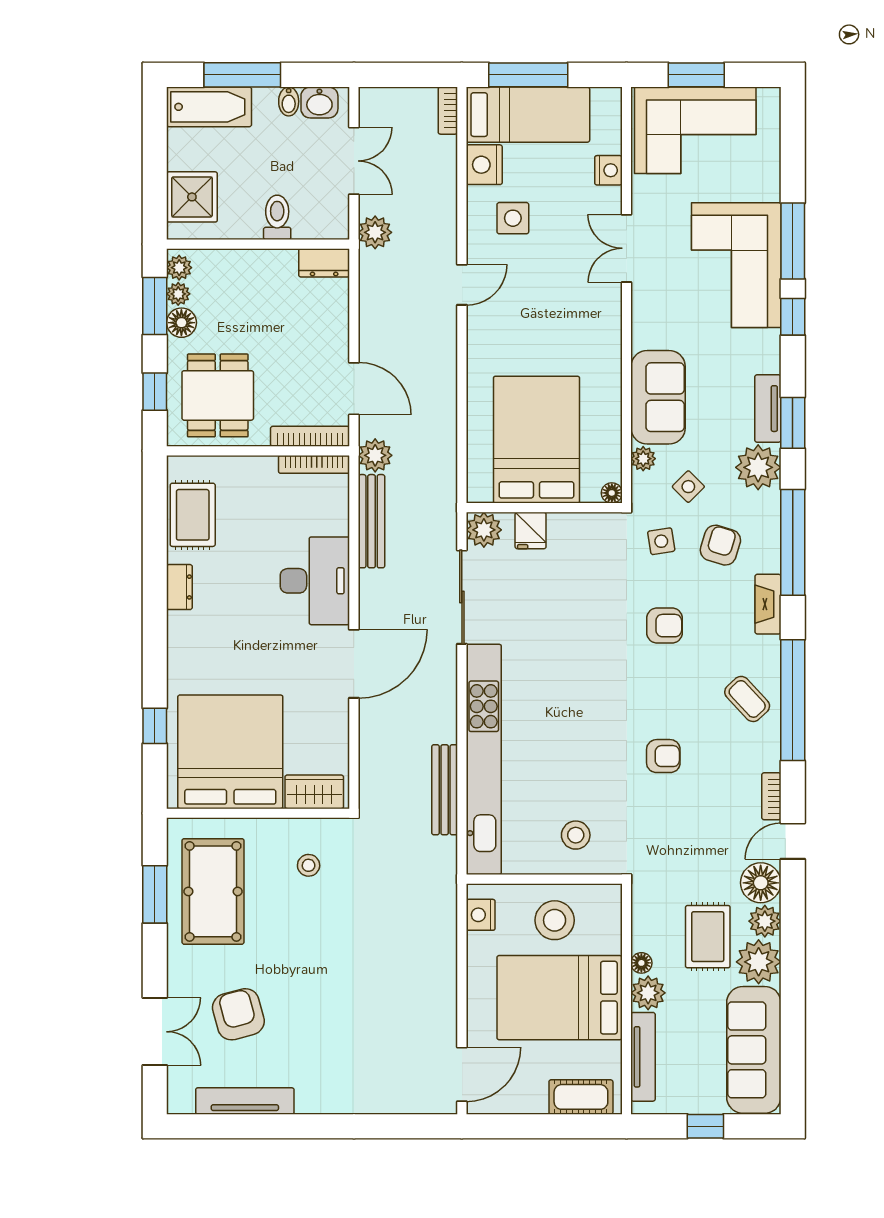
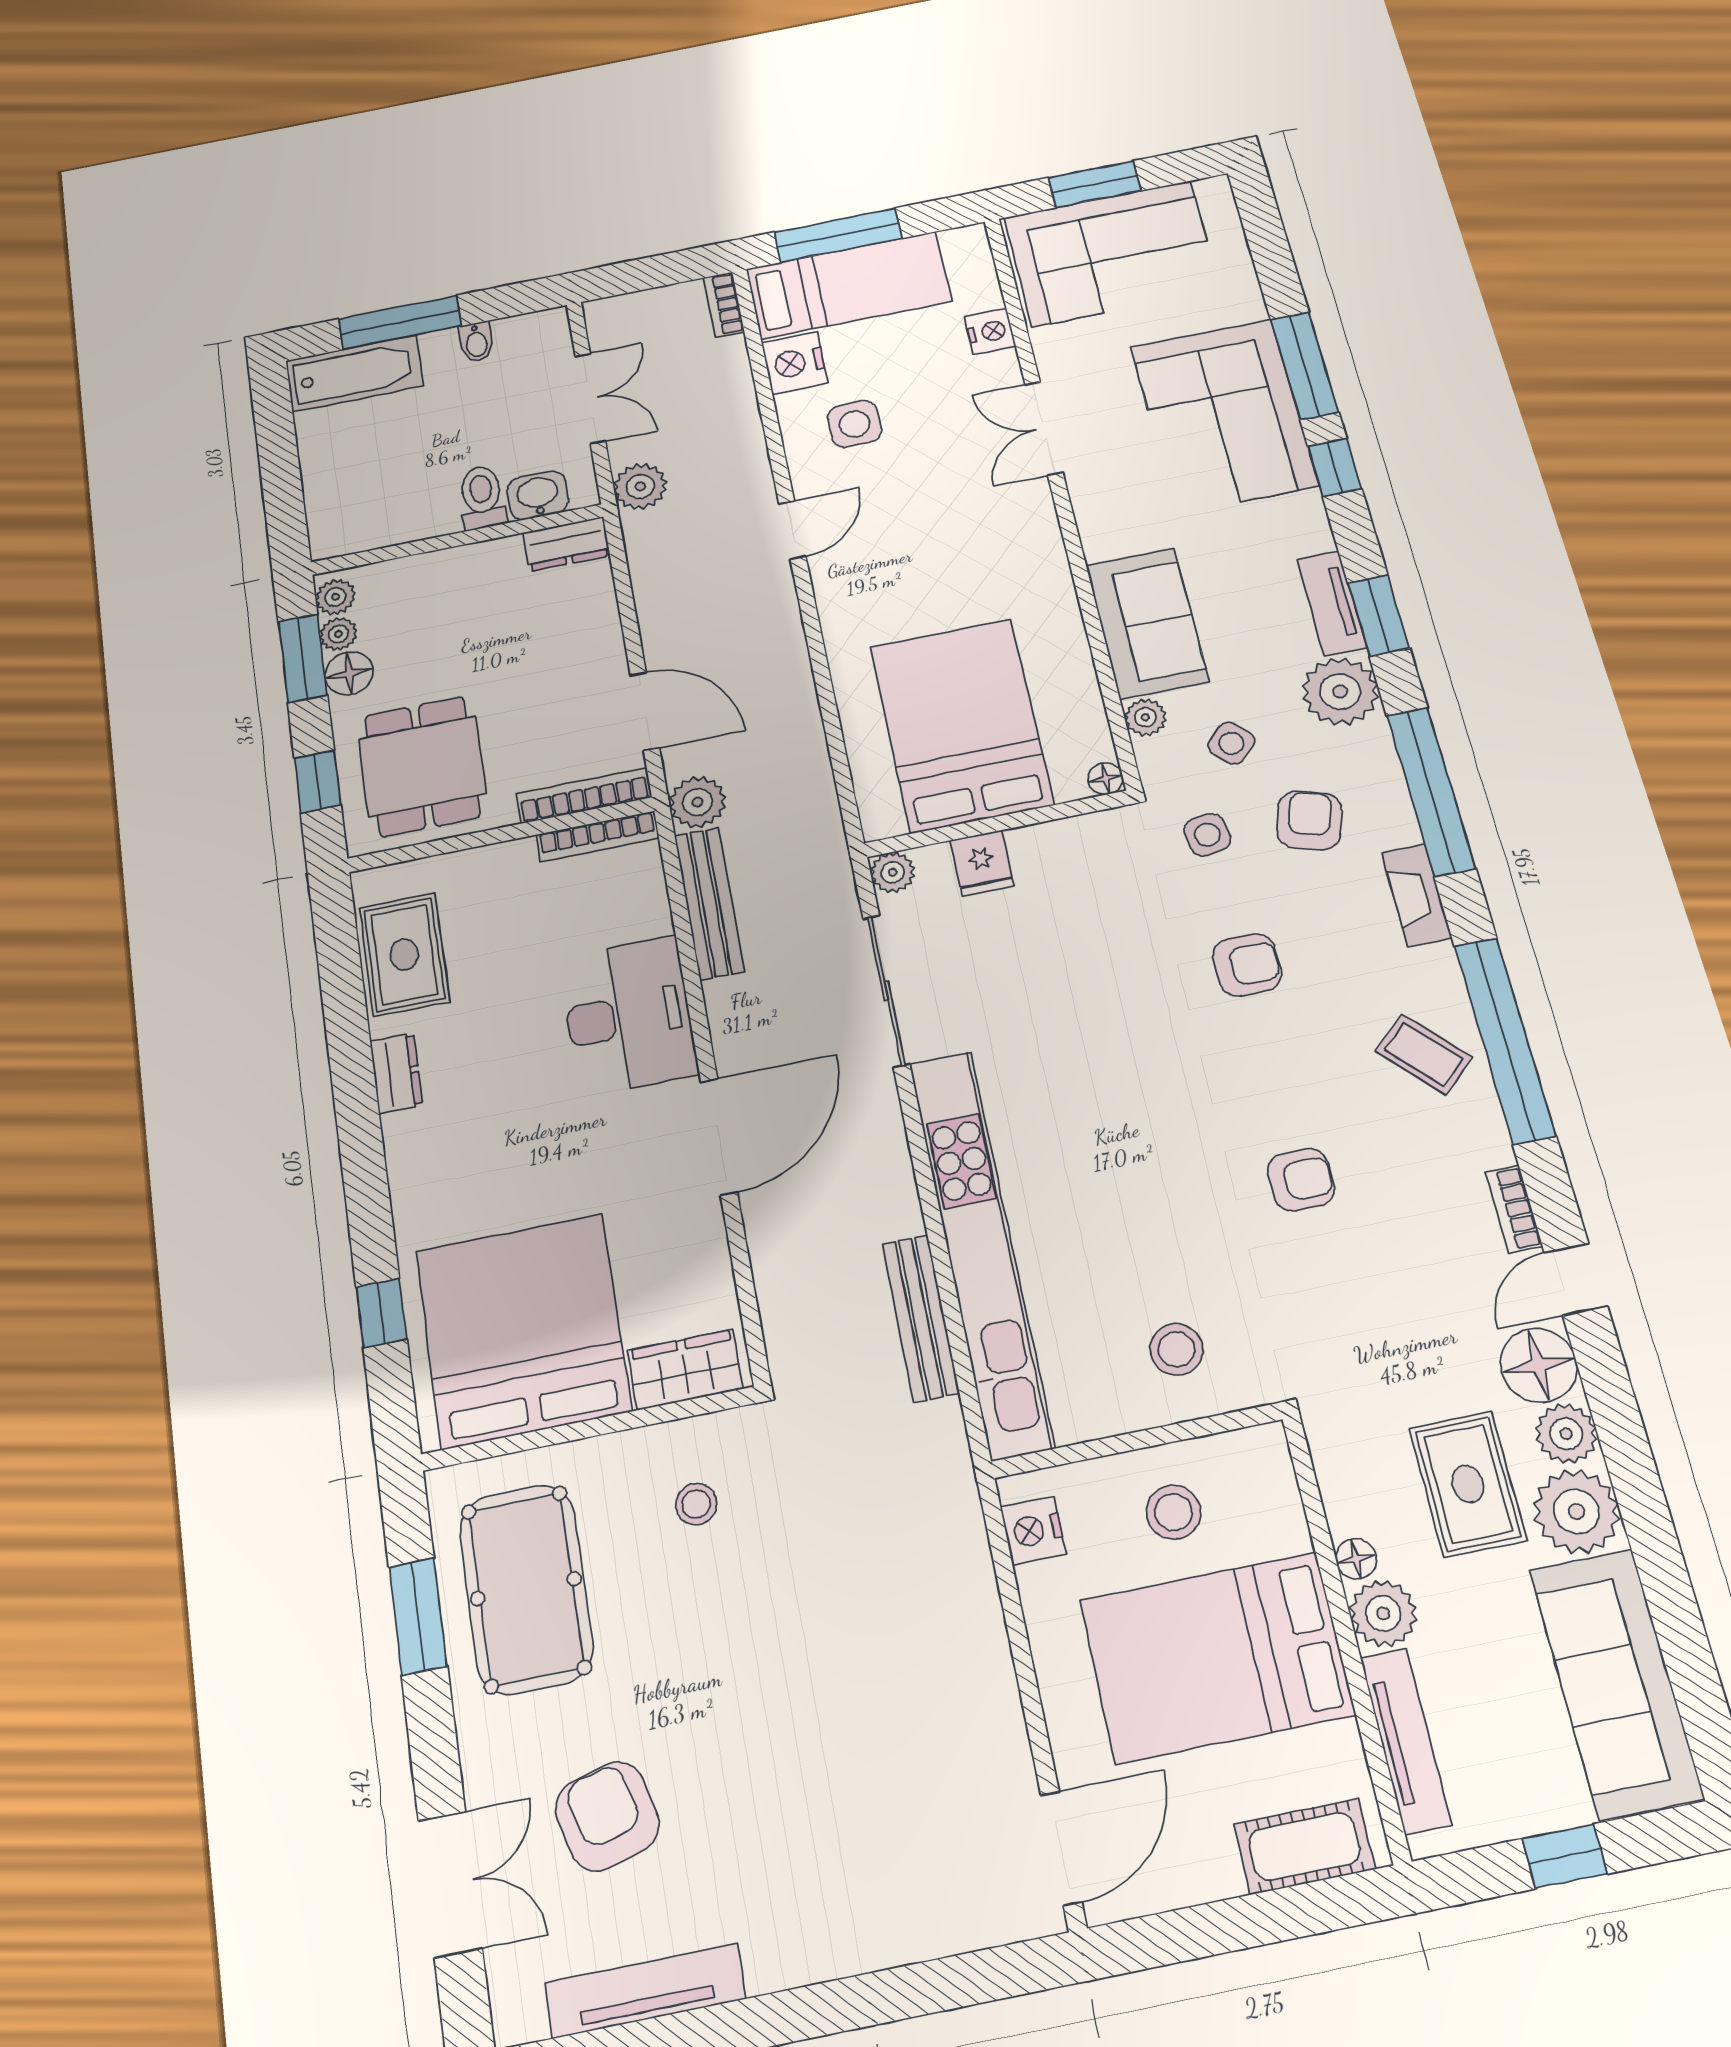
washbasin: (319, 102) -> (538, 495), moved, turned 180
shower: (192, 197) -> (343, 497), removed
plant: (484, 530) -> (893, 872), width x0.73, depth x0.73
stool: (555, 920) -> (1173, 1512), width x0.73, depth x0.73

